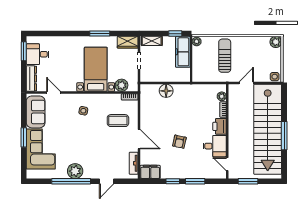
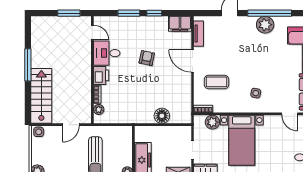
stairs: (268, 129) -> (41, 96), width x0.54, depth x0.66

